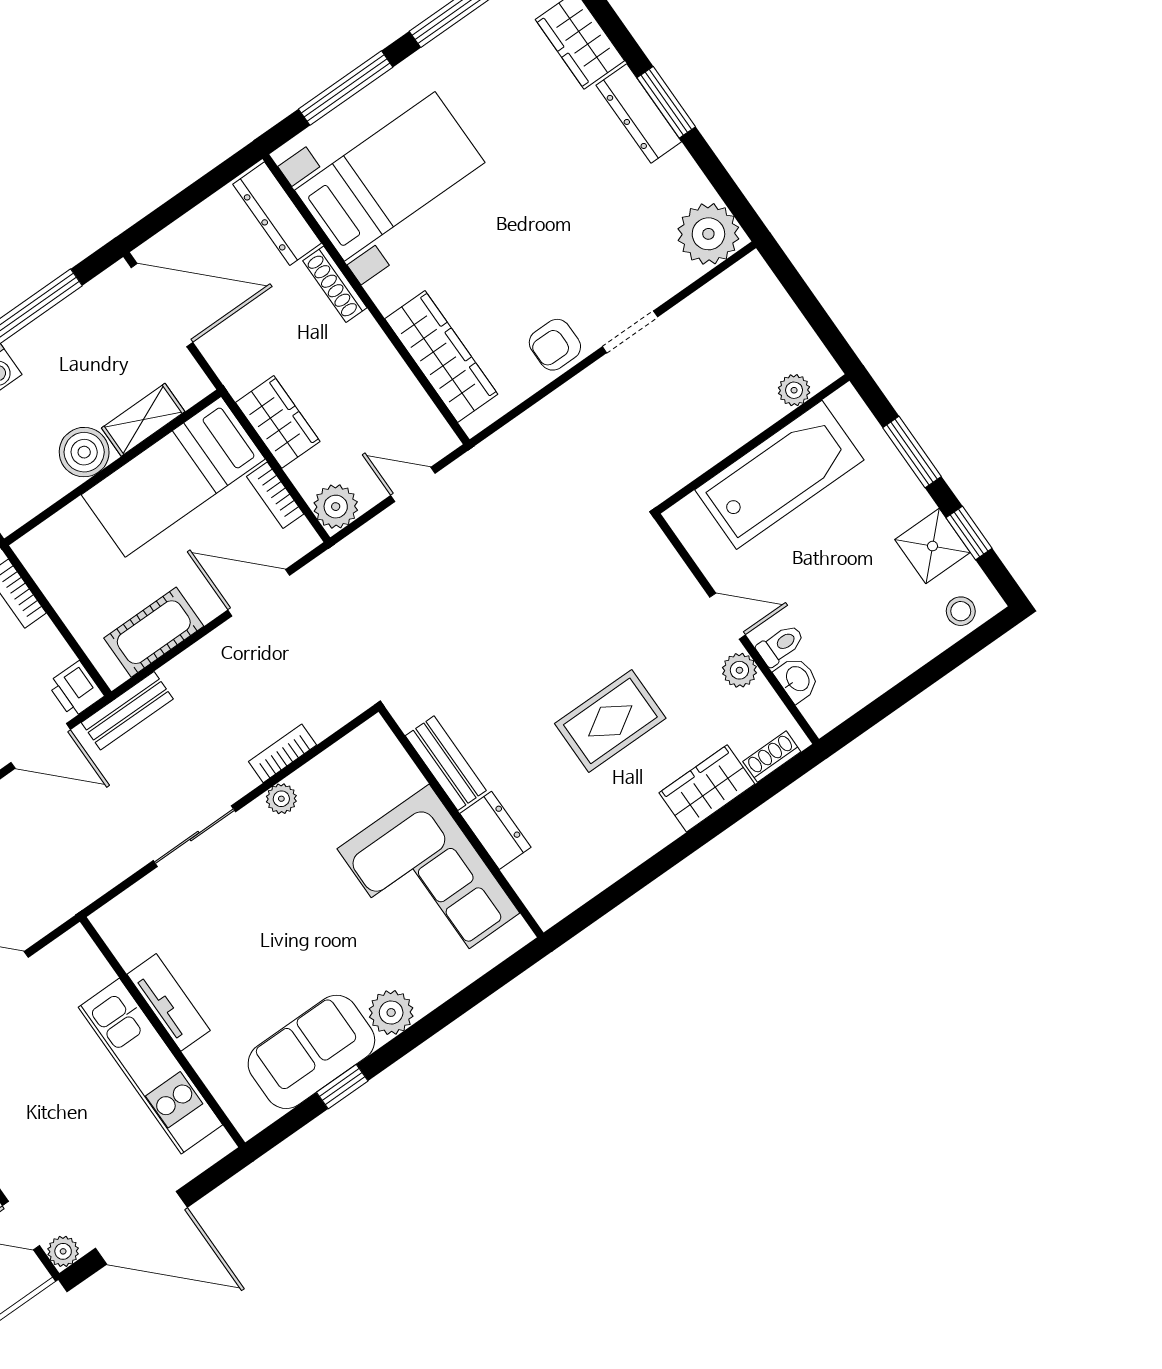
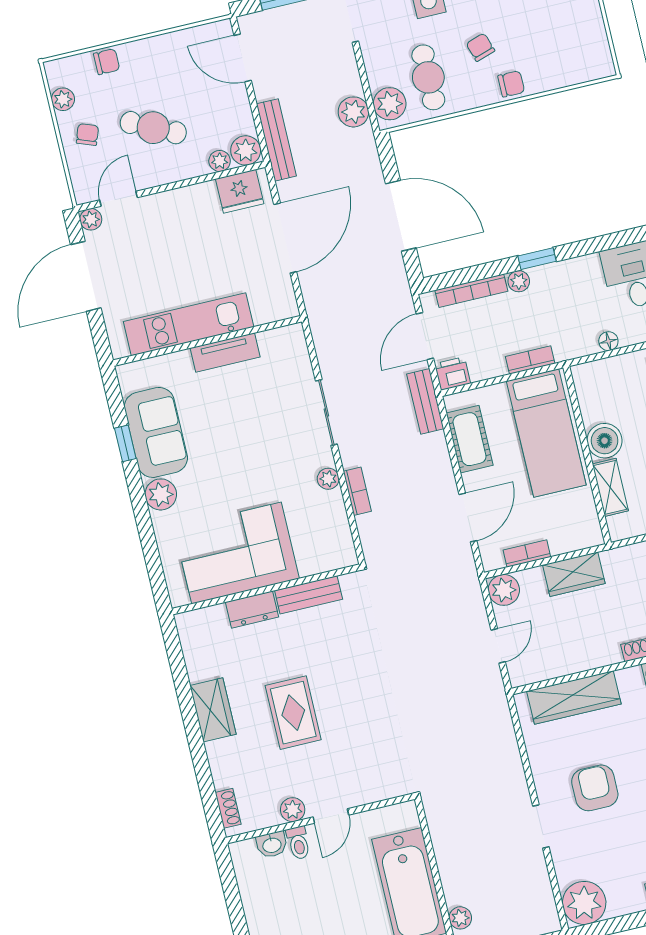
armchair: (555, 345) -> (595, 788), moved, width x1.38, depth x1.38
bed: (173, 477) -> (546, 433), moved, turned 180
wardrobe: (707, 788) -> (213, 710), moved

